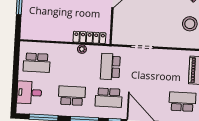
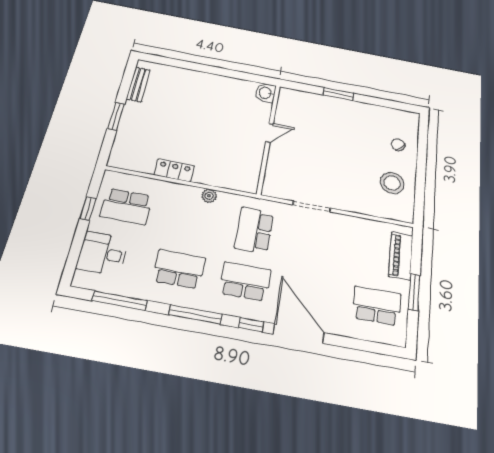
locker: (89, 37) -> (174, 170), moved, width x0.66
window: (16, 67) -> (88, 209), added
school desk: (109, 98) -> (245, 281), turned 180

